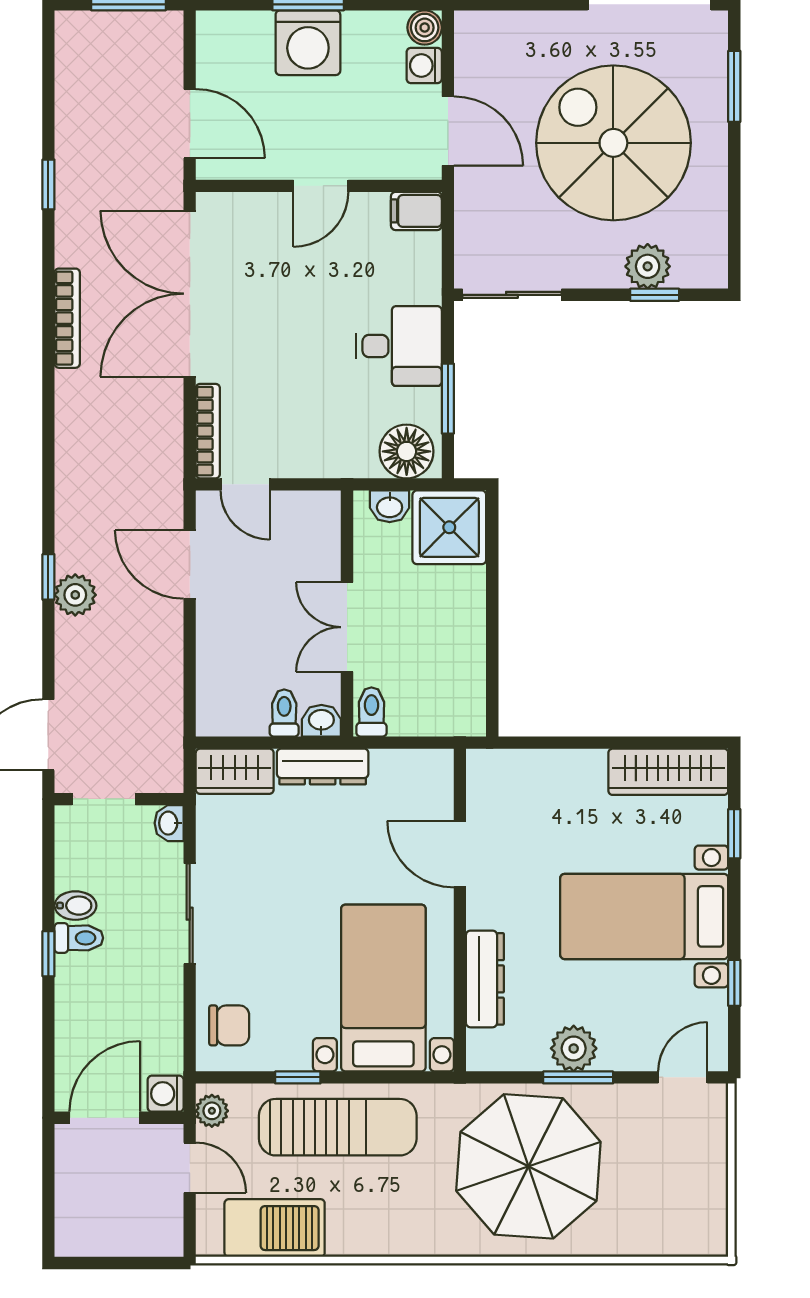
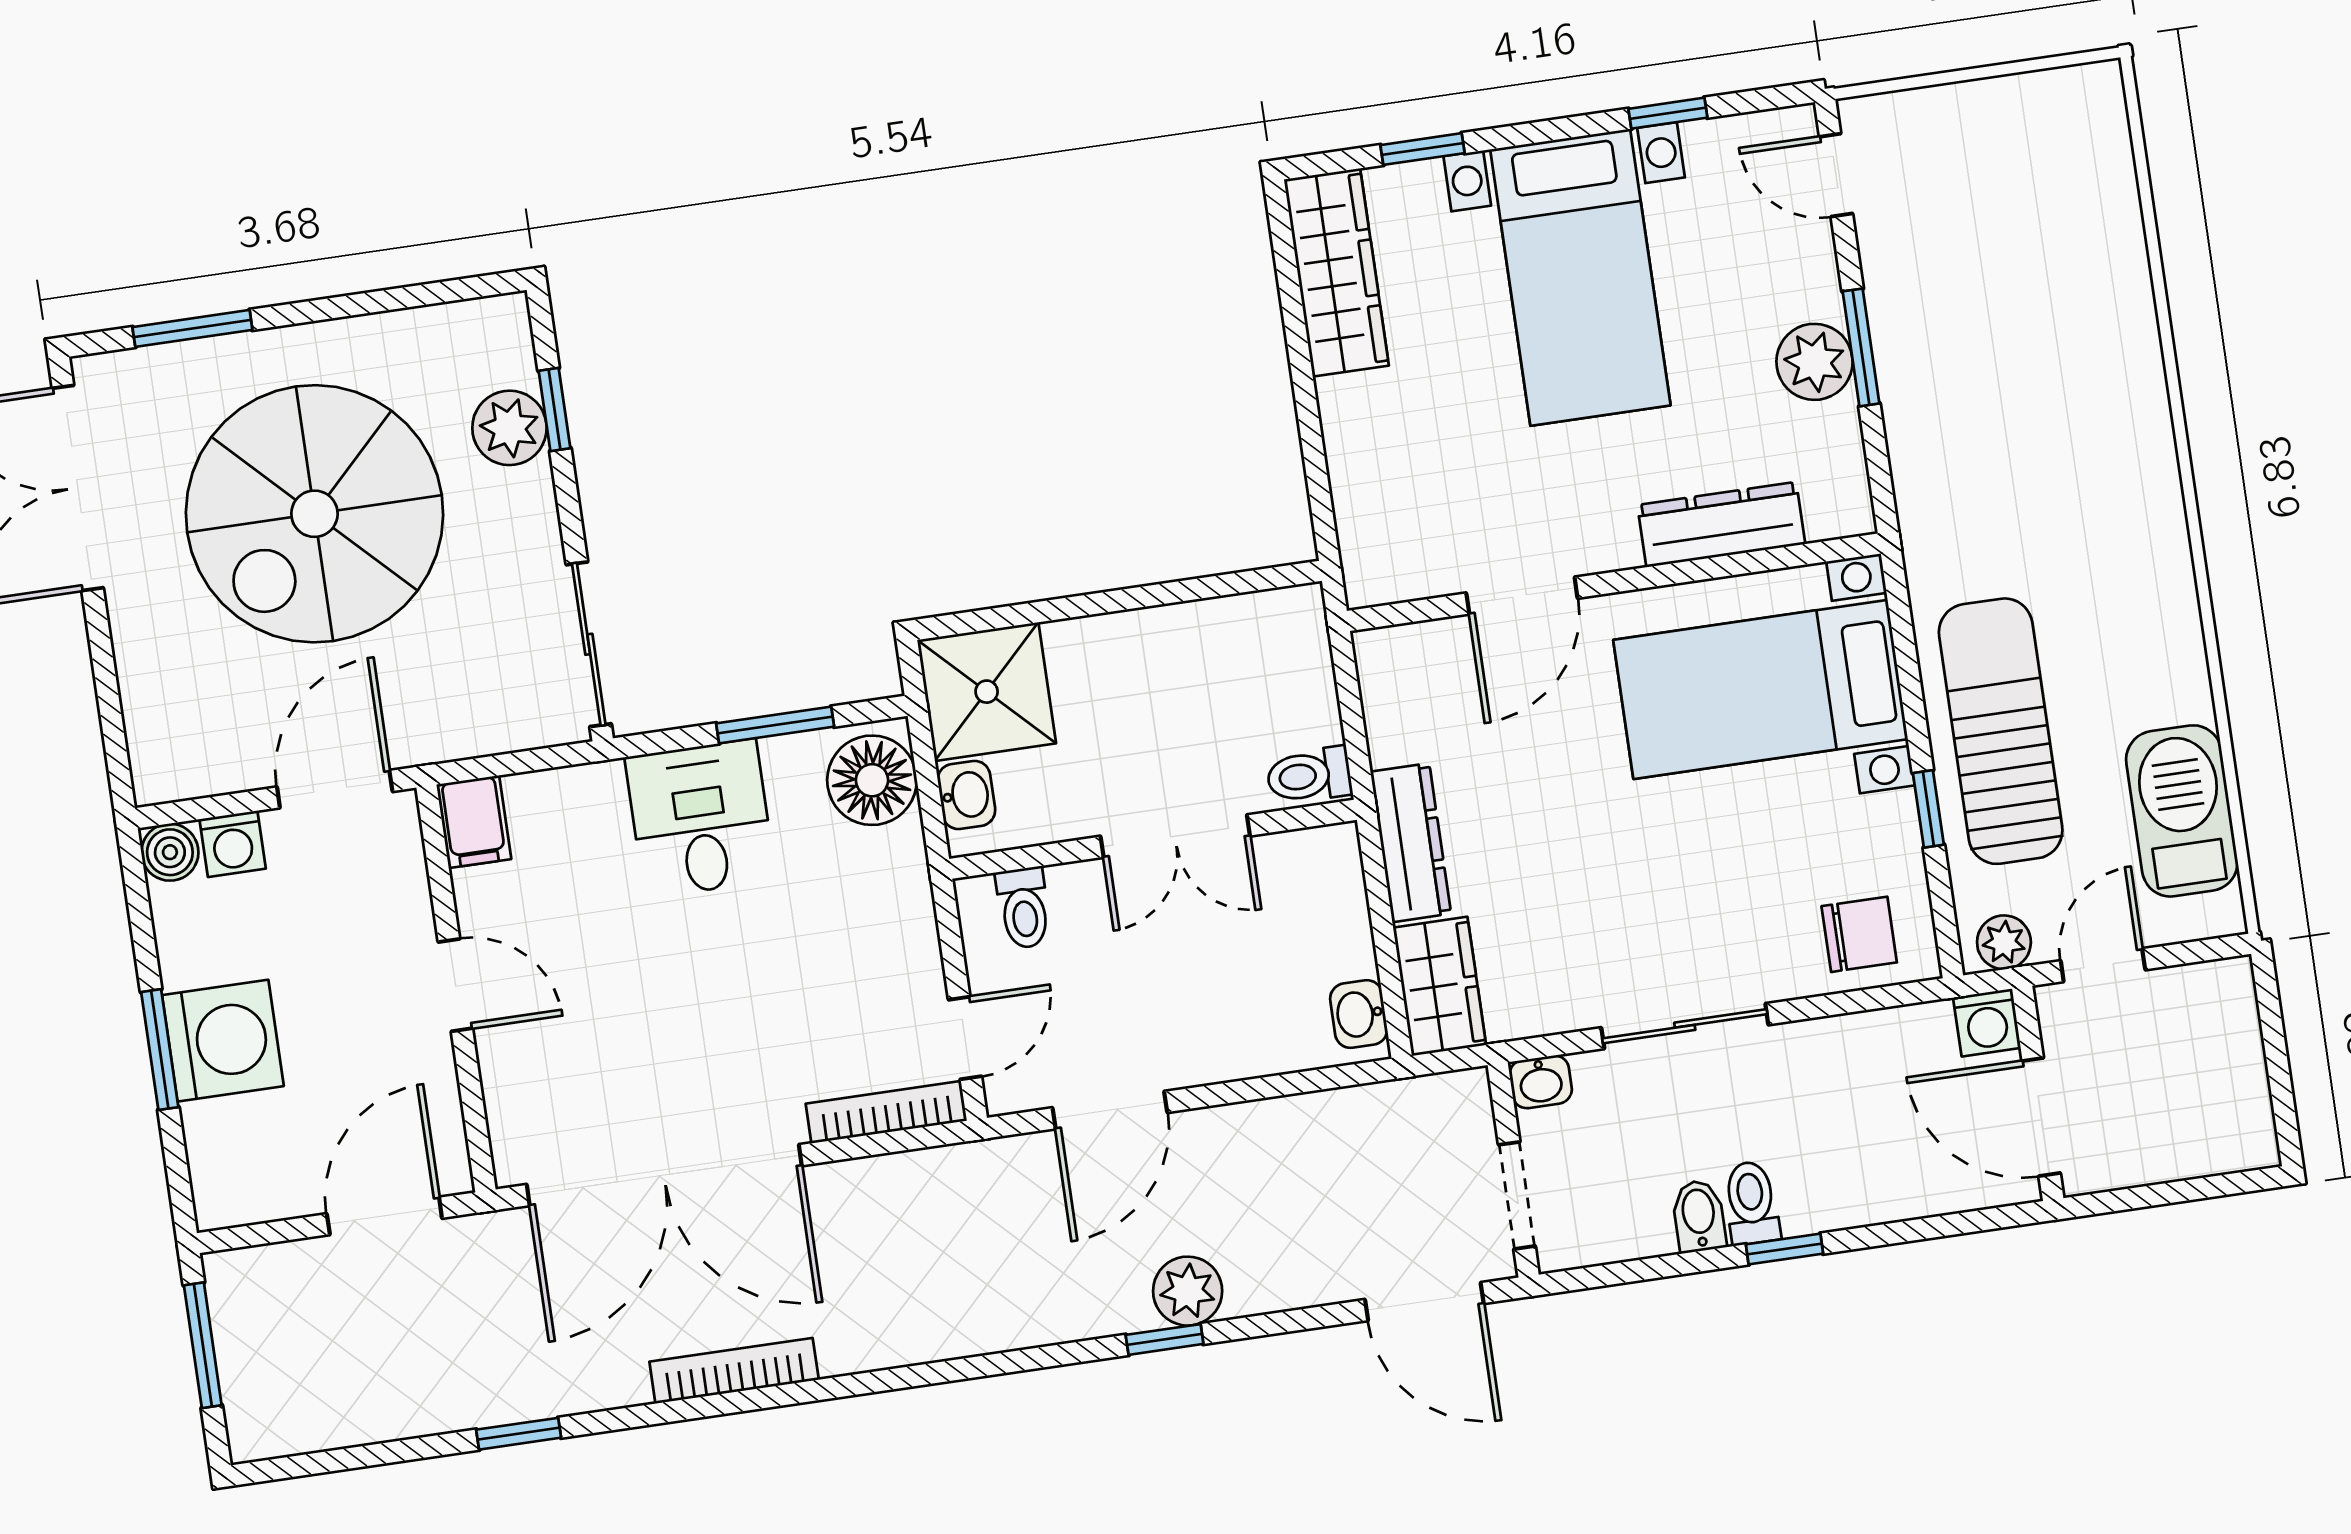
toilet: (284, 713) -> (1024, 908), moved, turned -90
washbasin: (321, 721) -> (1359, 1014), moved
chair: (229, 1025) -> (1859, 934), turned 90
parasol: (528, 1166) -> (2019, 408), removed

